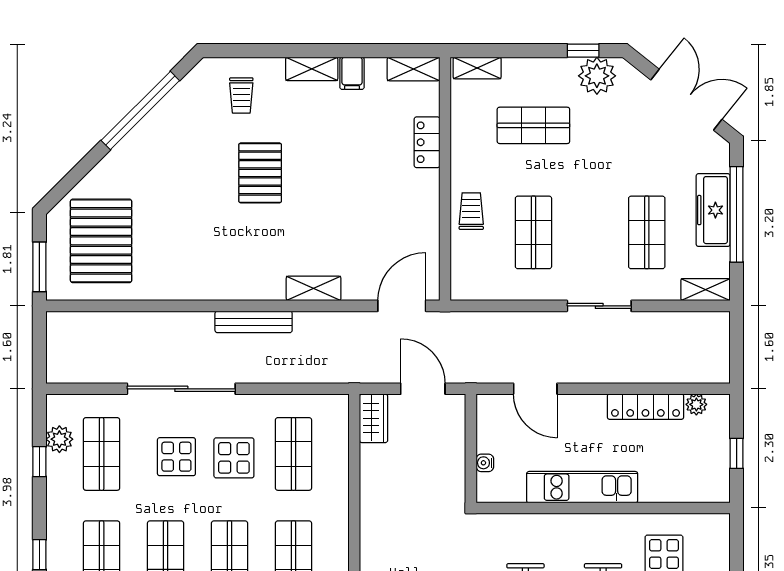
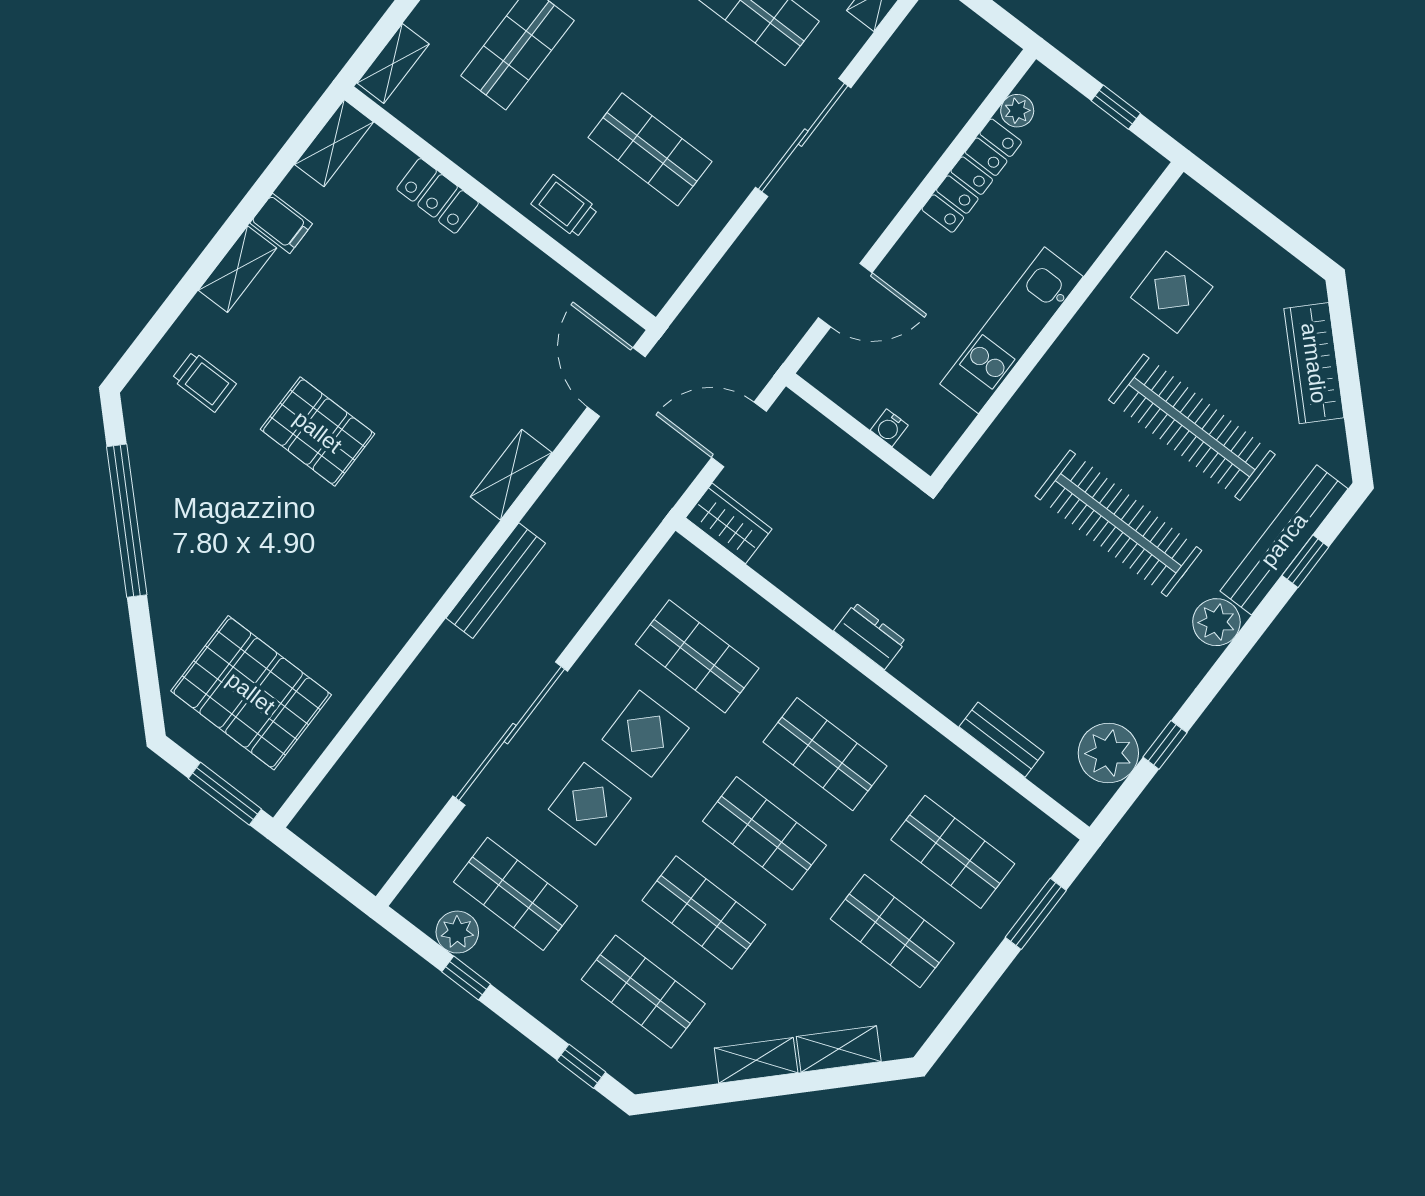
sliding door: (599, 306) -> (803, 138), width x1.37
dresser: (371, 534) -> (870, 636), added

